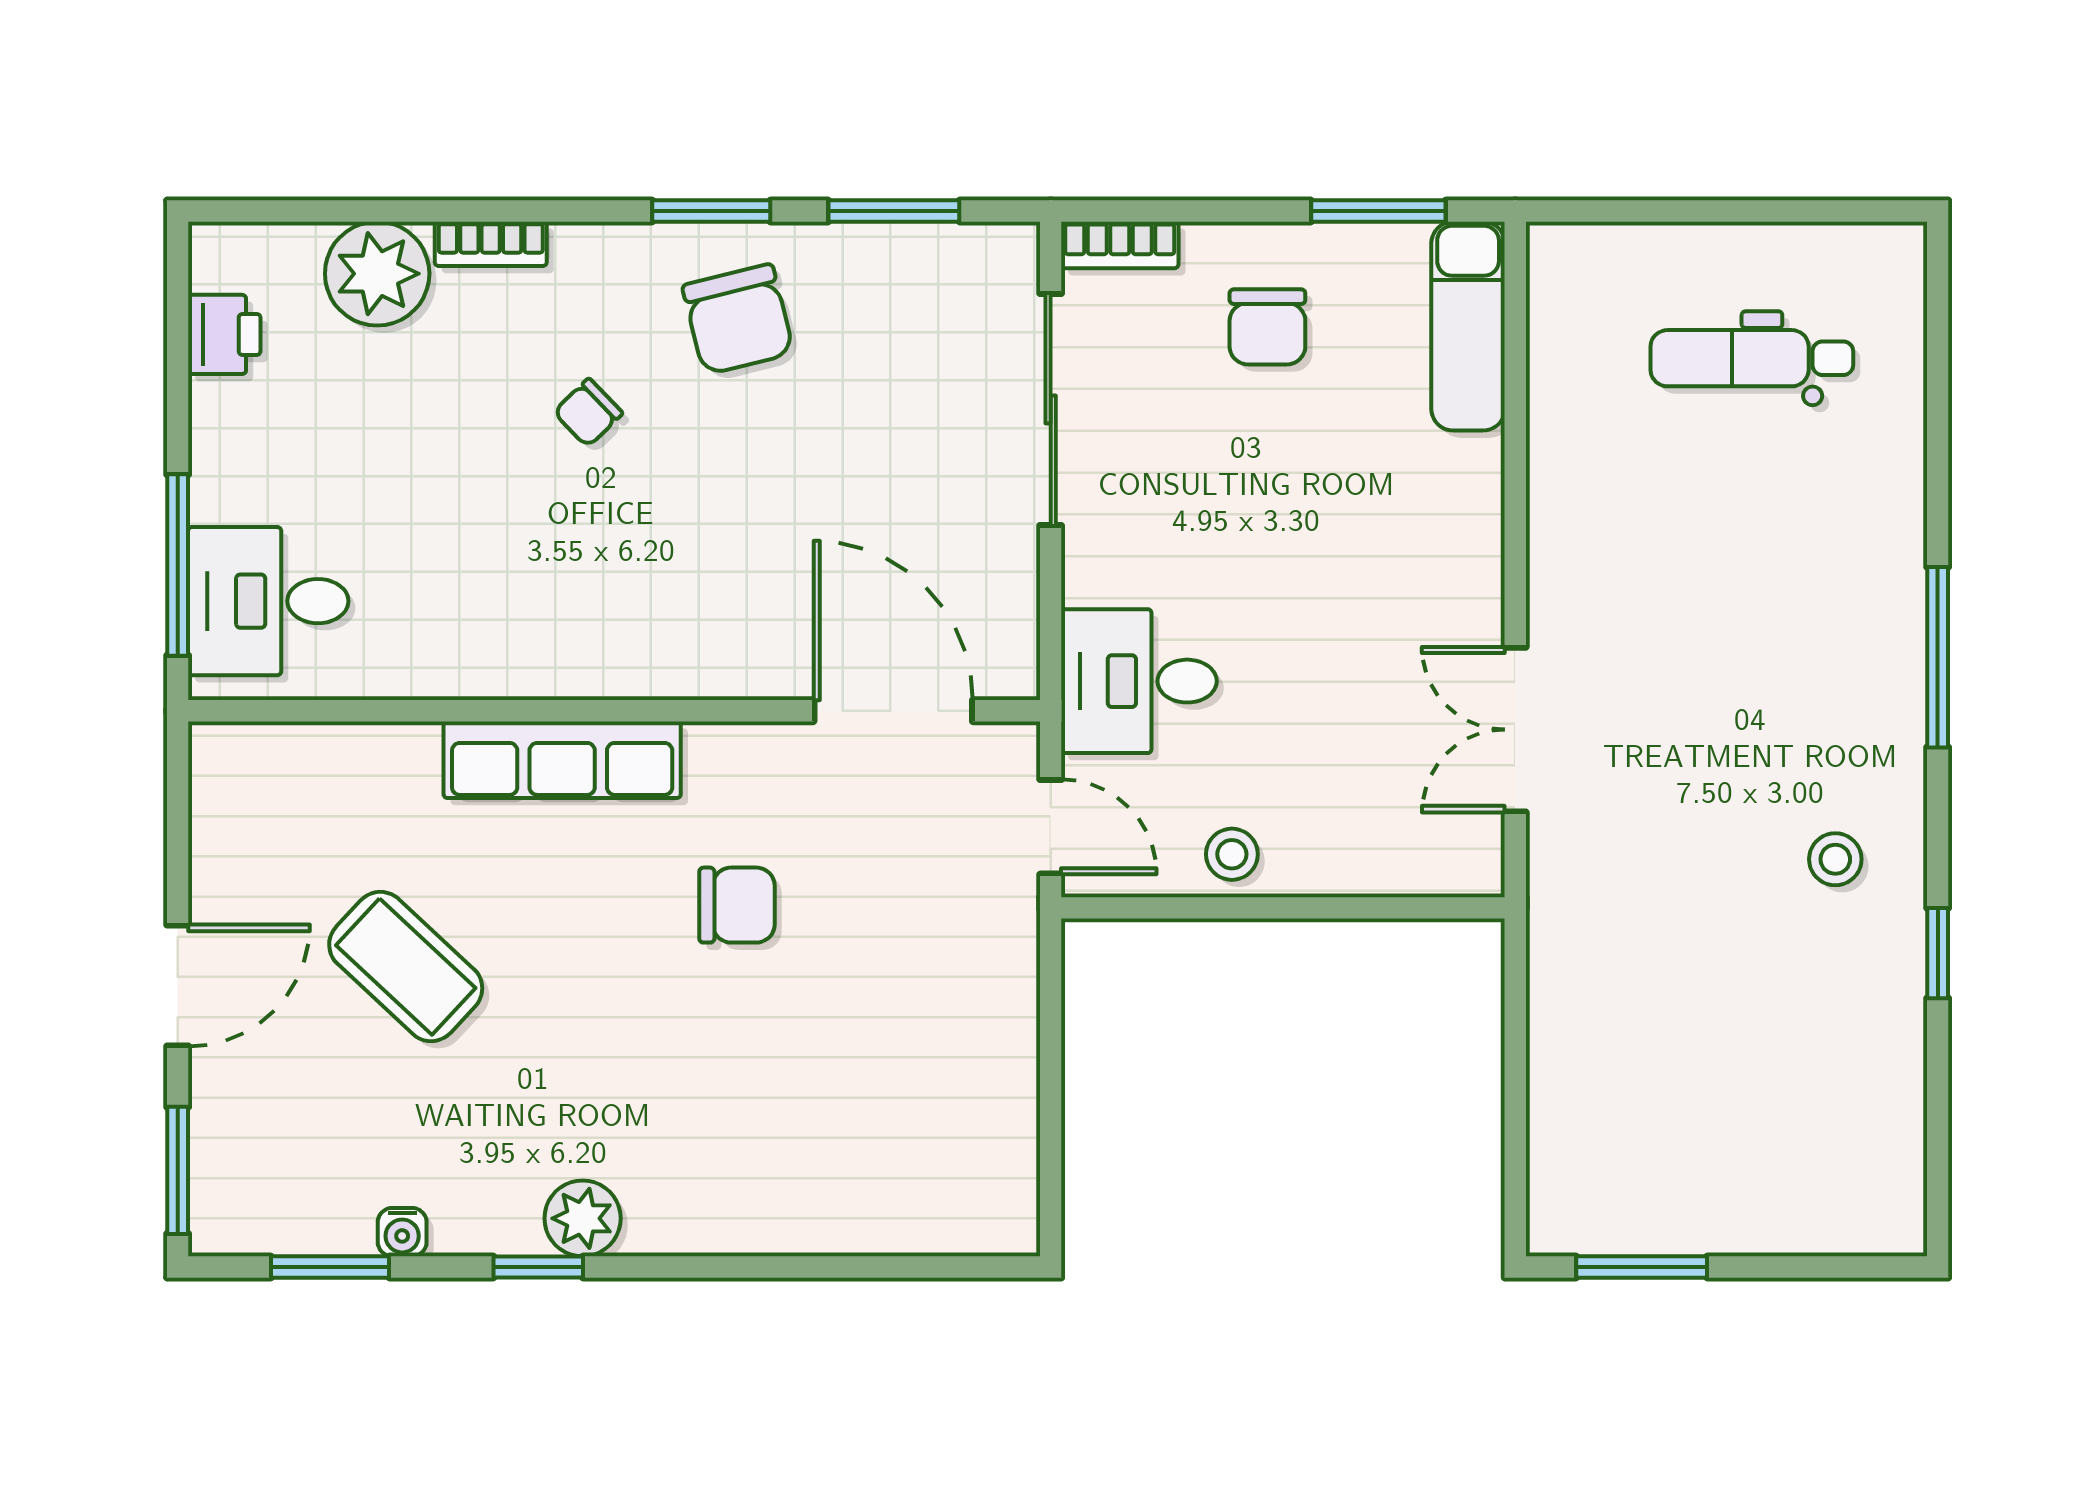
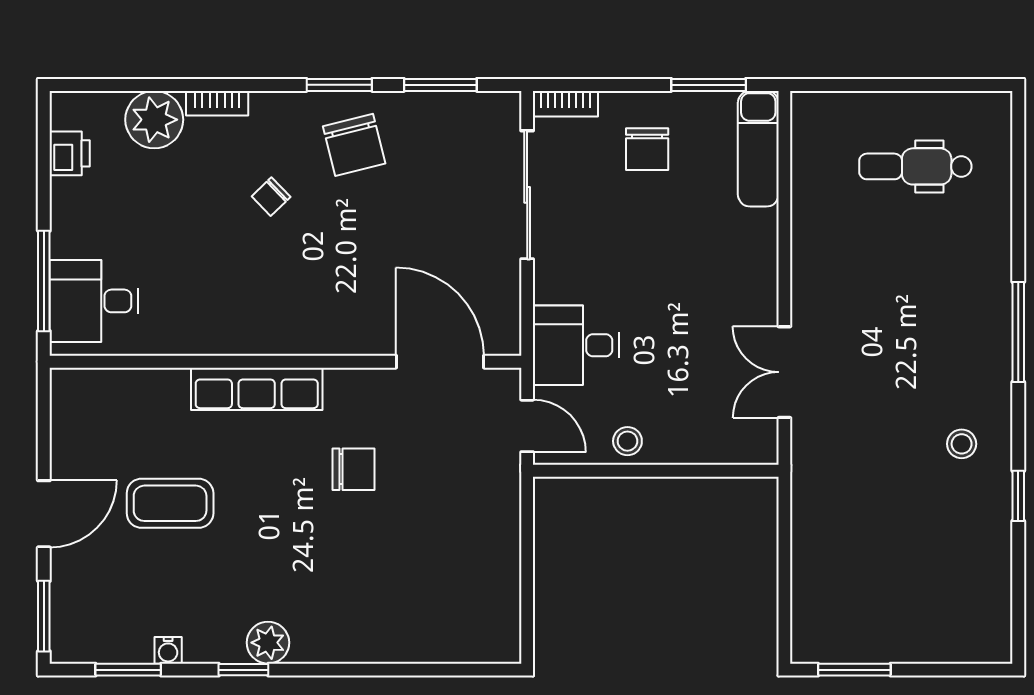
coffee table: (406, 967) -> (170, 503), turned -43

